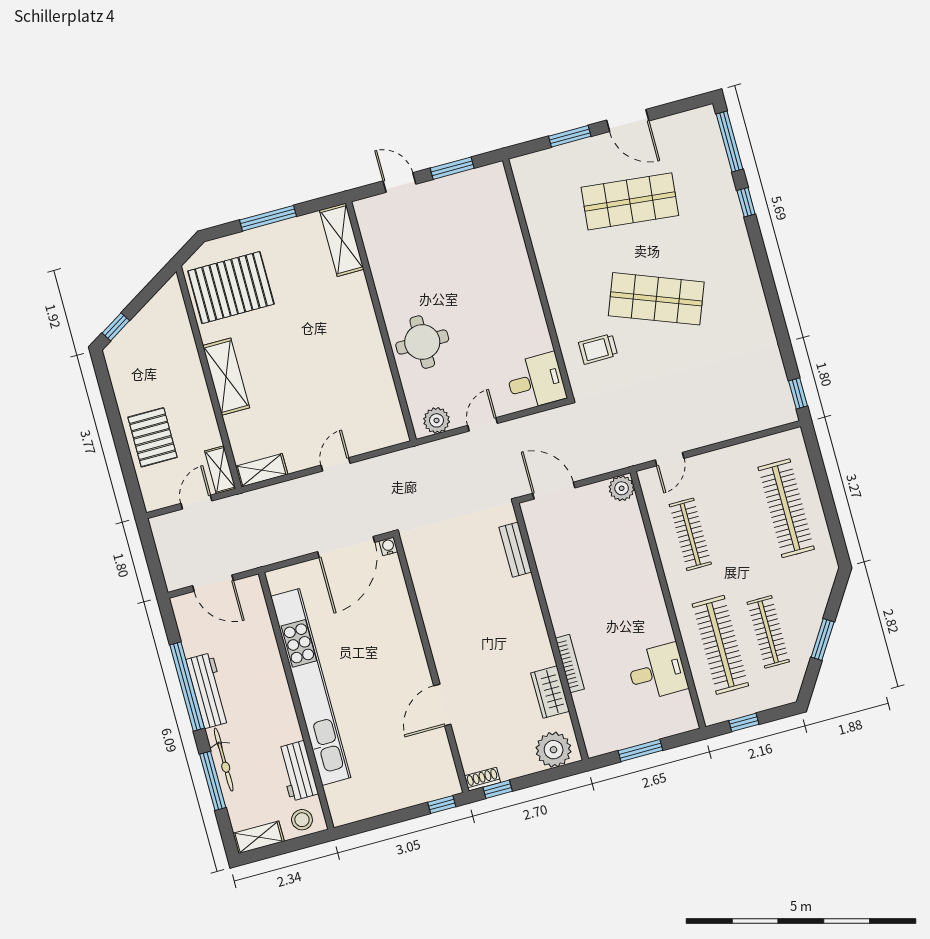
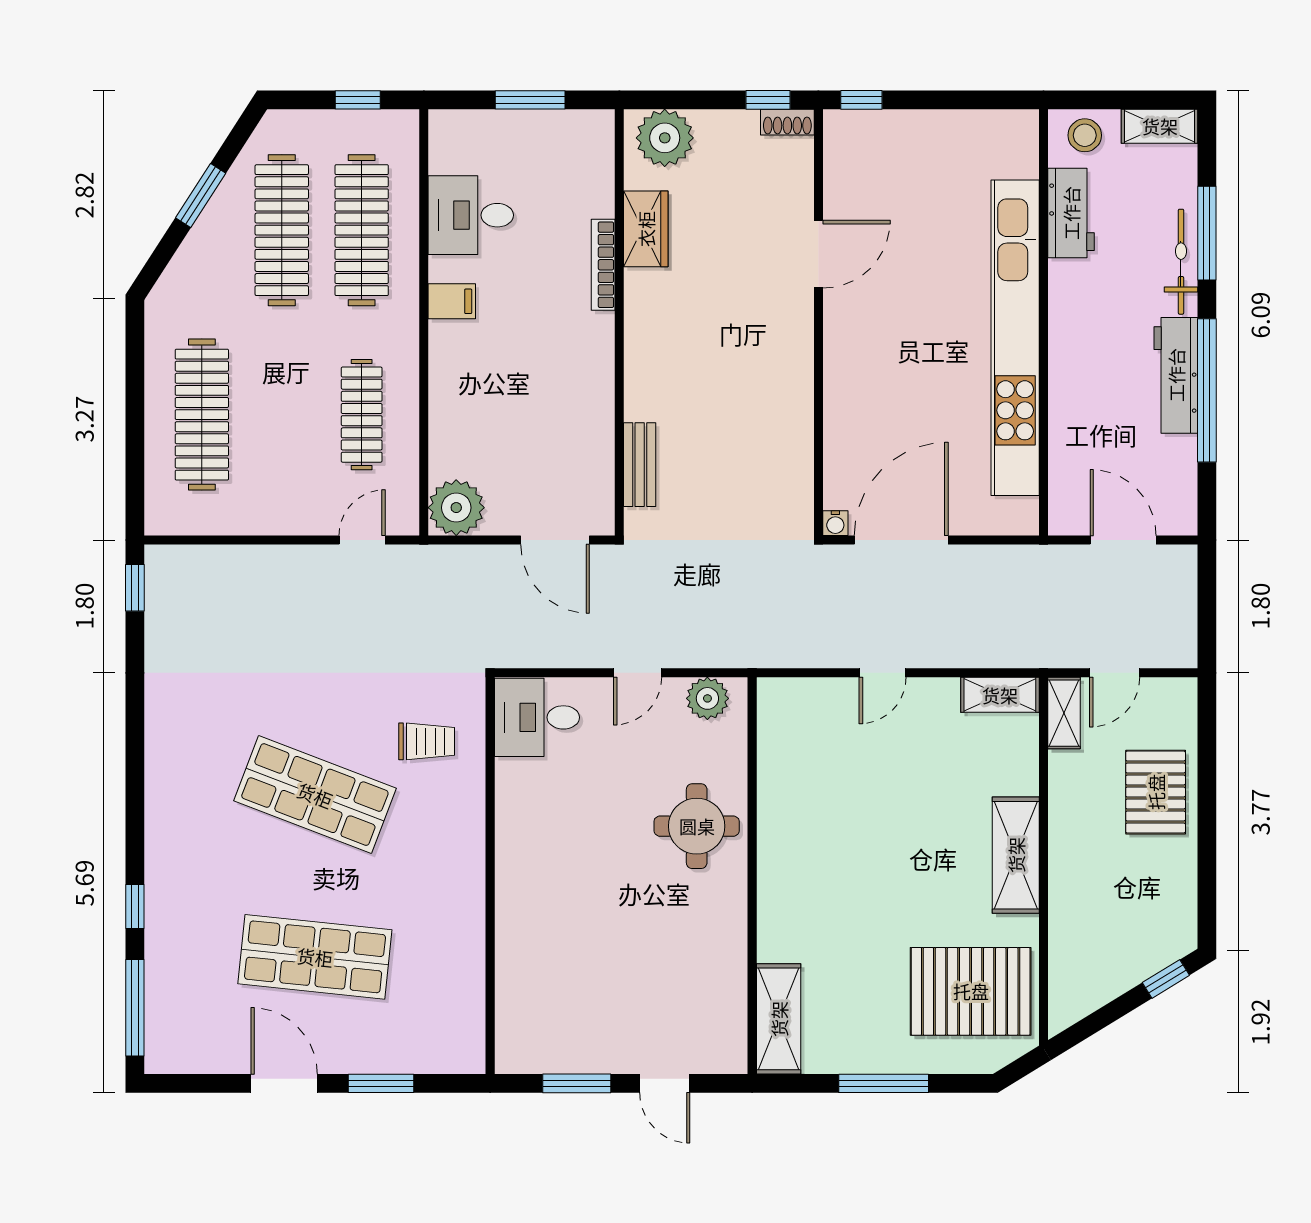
plant: (622, 488) -> (456, 508), width x1.36, depth x1.36
filing cabinet: (655, 617) -> (452, 301), added
clothes rail: (768, 632) -> (282, 230), width x1.37, depth x1.31

